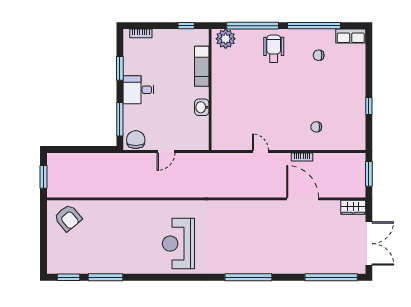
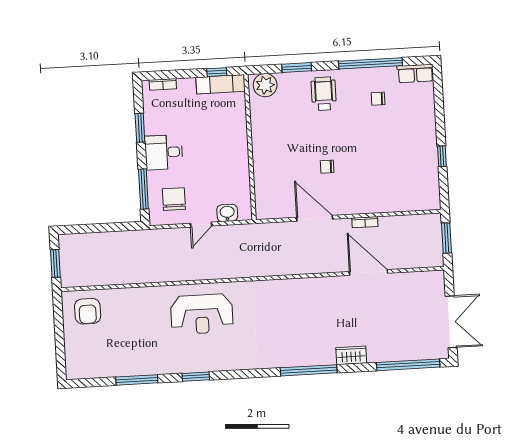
window: (253, 26) -> (297, 68), width x0.47
exam couch: (202, 66) -> (221, 84), moved, turned -90
washbasin: (202, 107) -> (227, 213), moved, turned 90
chair: (316, 127) -> (327, 167), moved
chair: (136, 140) -> (174, 199), moved
door: (260, 151) -> (315, 218), width x1.88
wardrobe: (353, 207) -> (351, 355), moved, turned 180
armchair: (68, 218) -> (88, 311), turned 40
reception desk: (178, 244) -> (202, 314), moved, turned -90
window: (69, 277) -> (196, 377), moved

